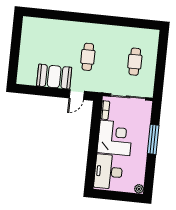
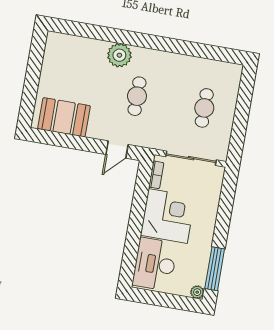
plant: (74, 30) -> (119, 55), added
booth: (54, 77) -> (64, 117), moved
window: (153, 139) -> (215, 269), moved

